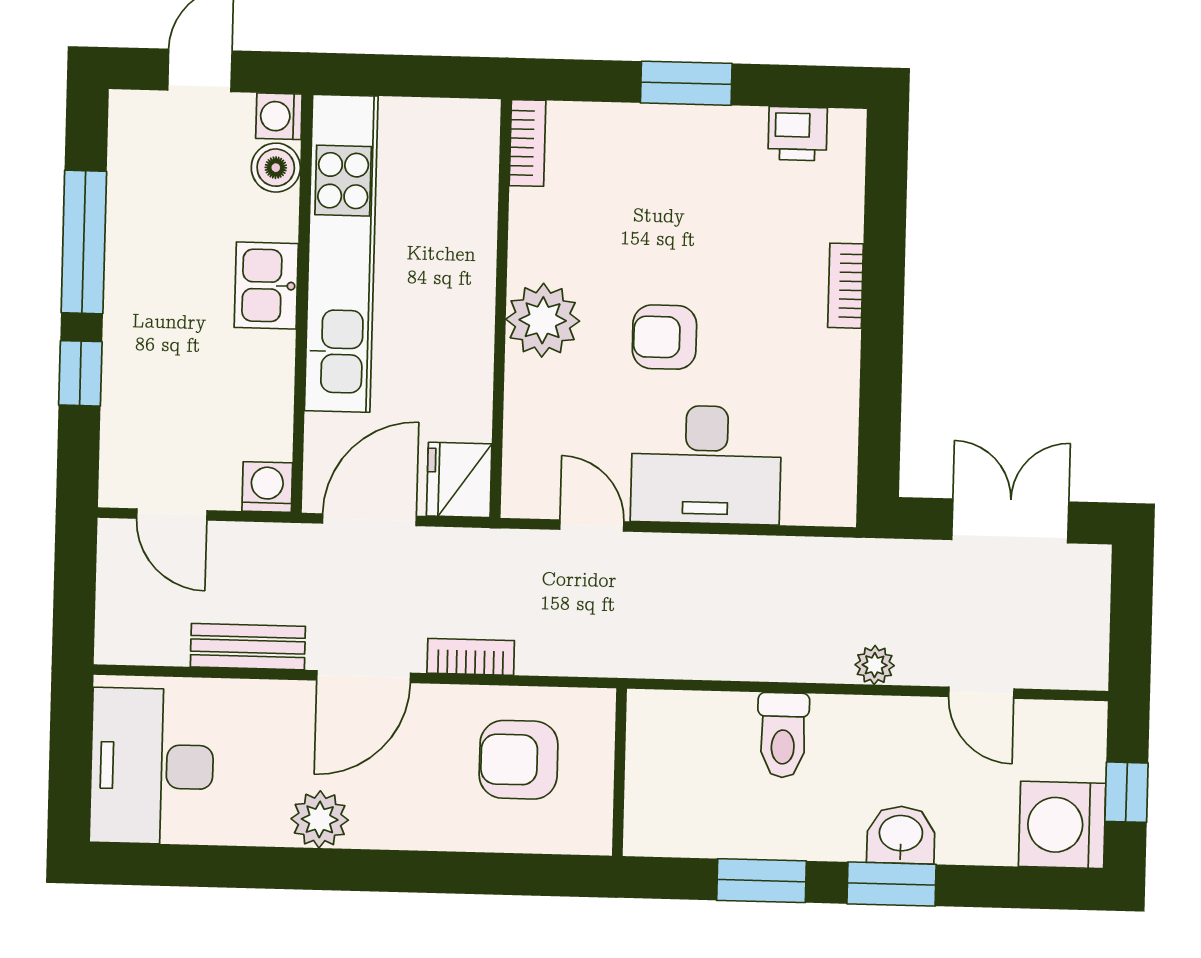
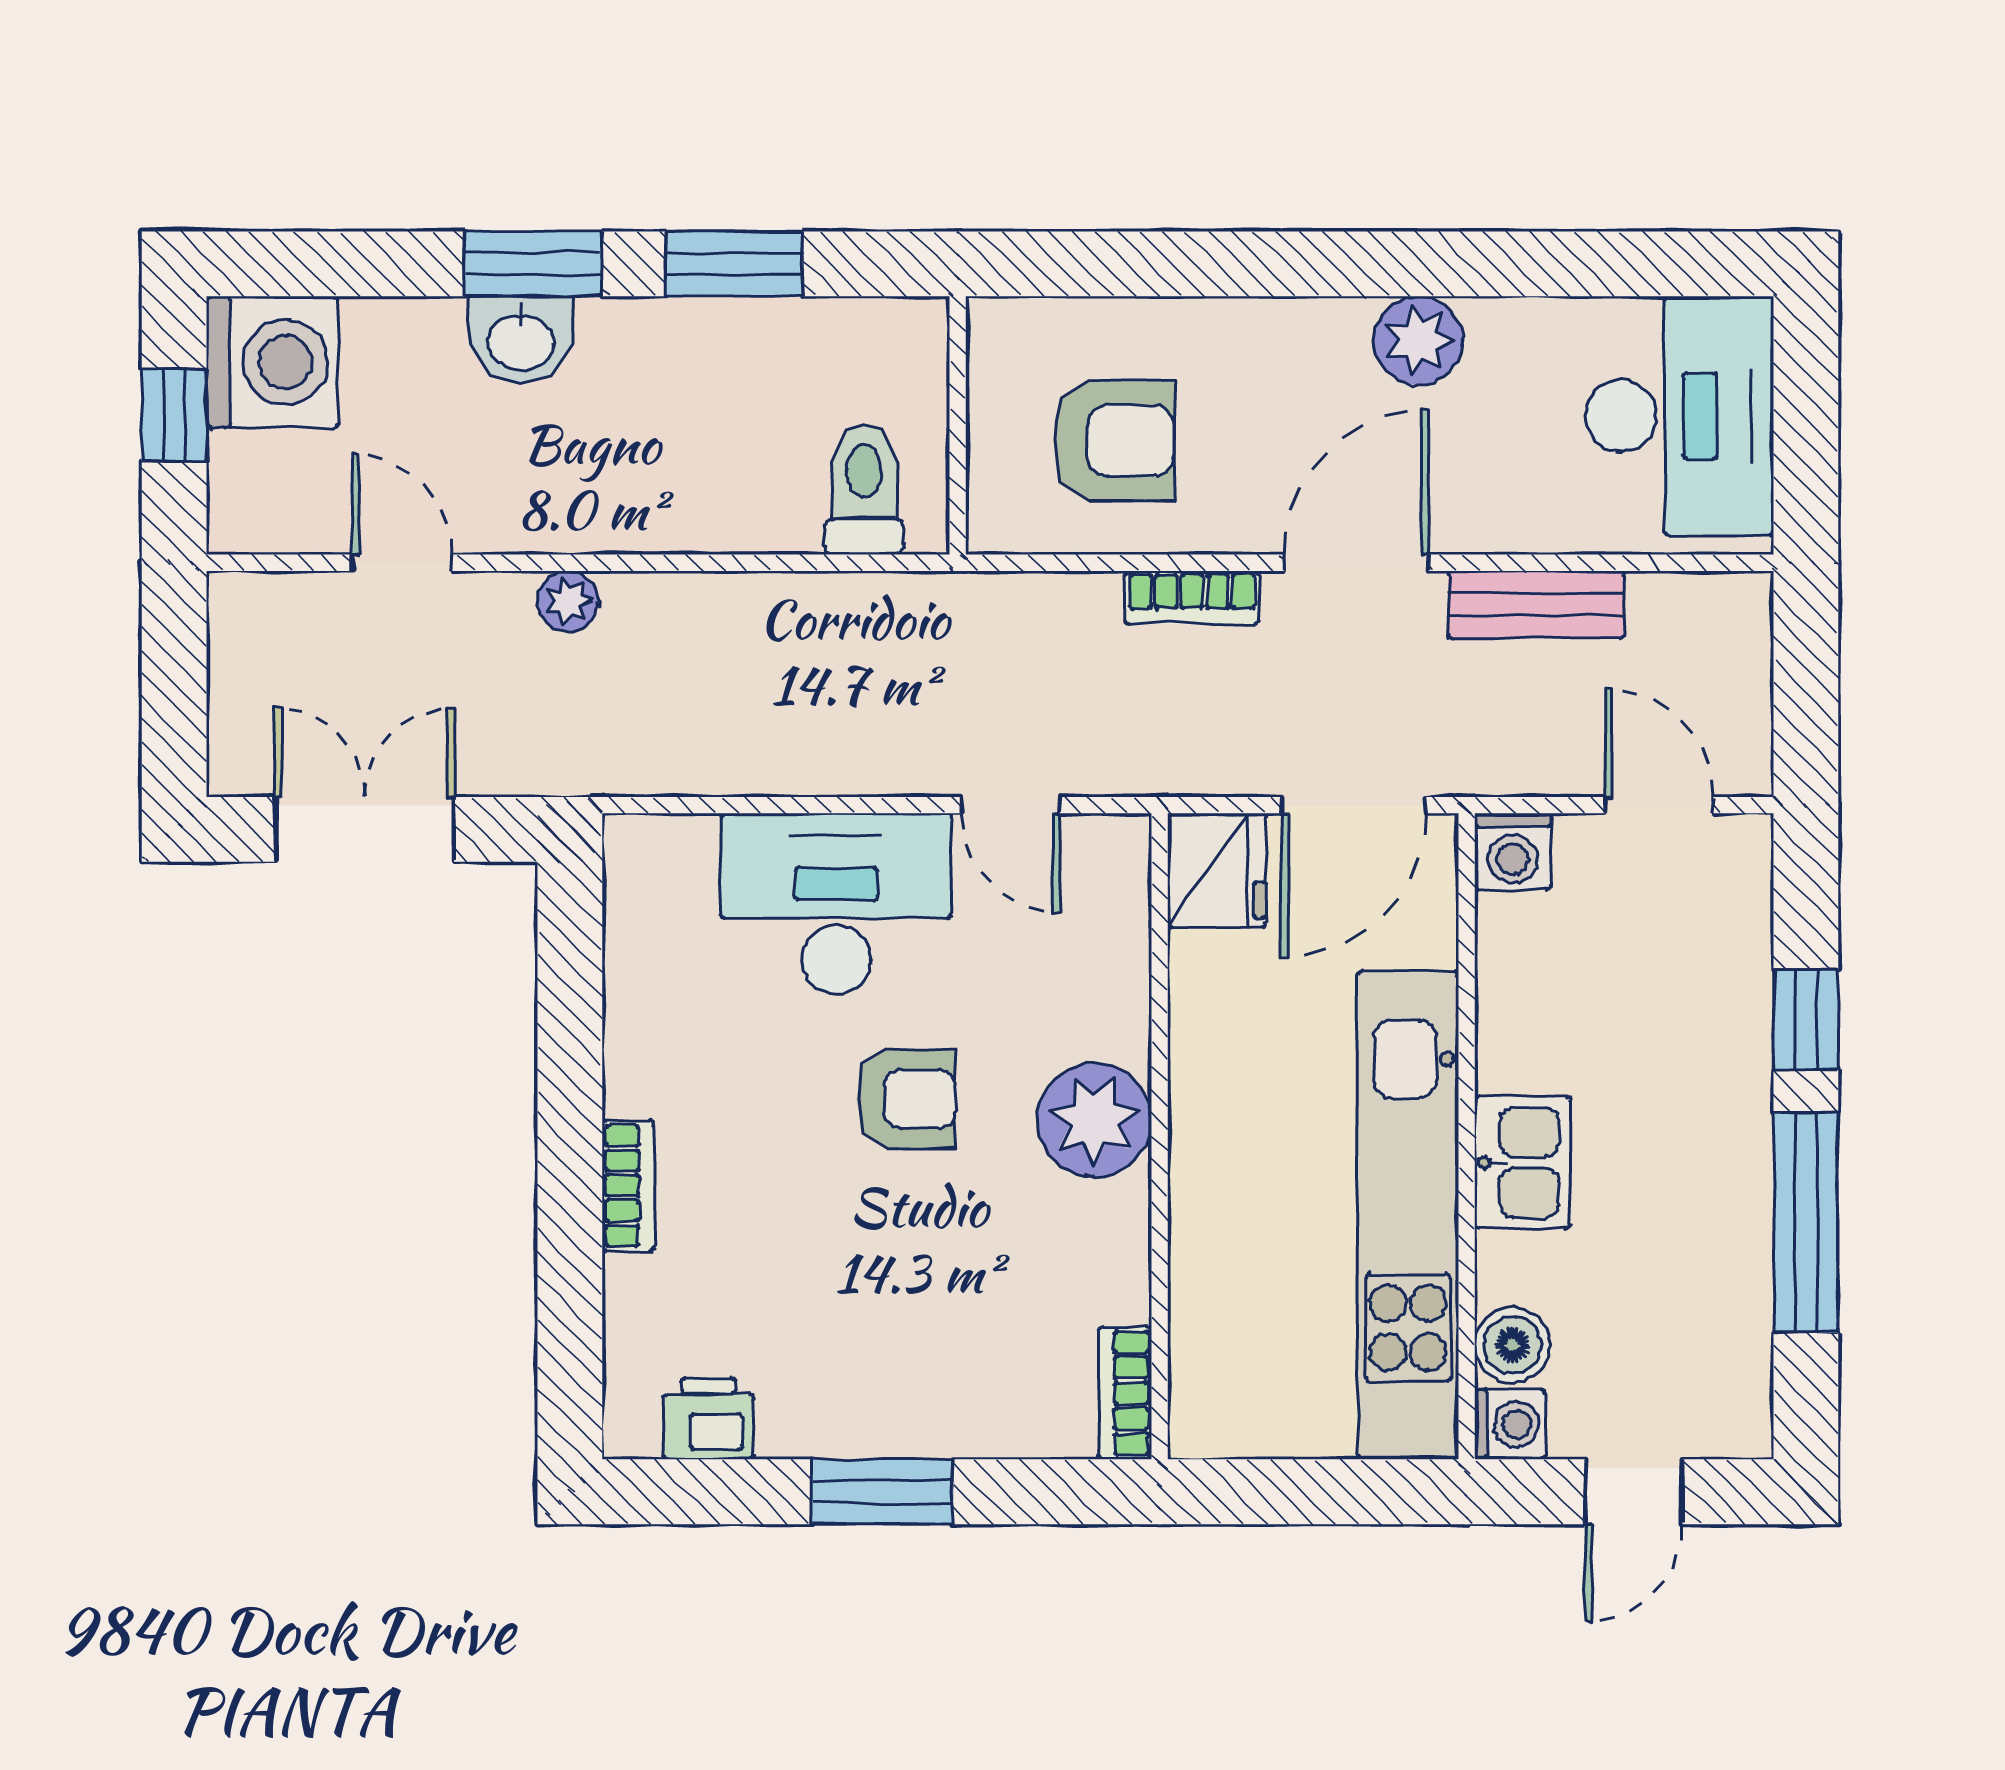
double door: (1010, 521) -> (364, 829), swing flipped
toilet: (783, 735) -> (864, 489), moved

